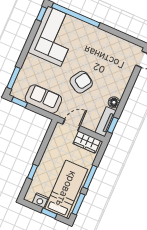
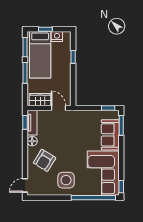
side table: (96, 46) -> (66, 180), added
armchair: (81, 82) -> (45, 160), moved
sofa: (43, 99) -> (110, 135), moved, turned 90
door: (71, 125) -> (58, 108), swing flipped

